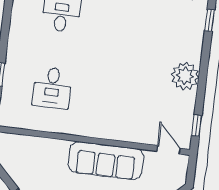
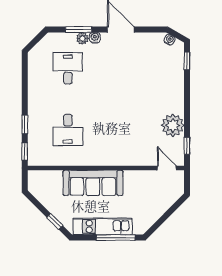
plant: (185, 76) -> (173, 125), moved
sofa: (106, 161) -> (93, 183), moved

